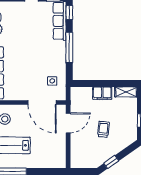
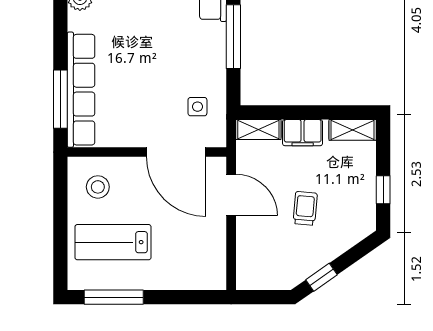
shelving: (81, 92) -> (258, 129), added
door: (68, 123) -> (231, 195), hinge flipped

